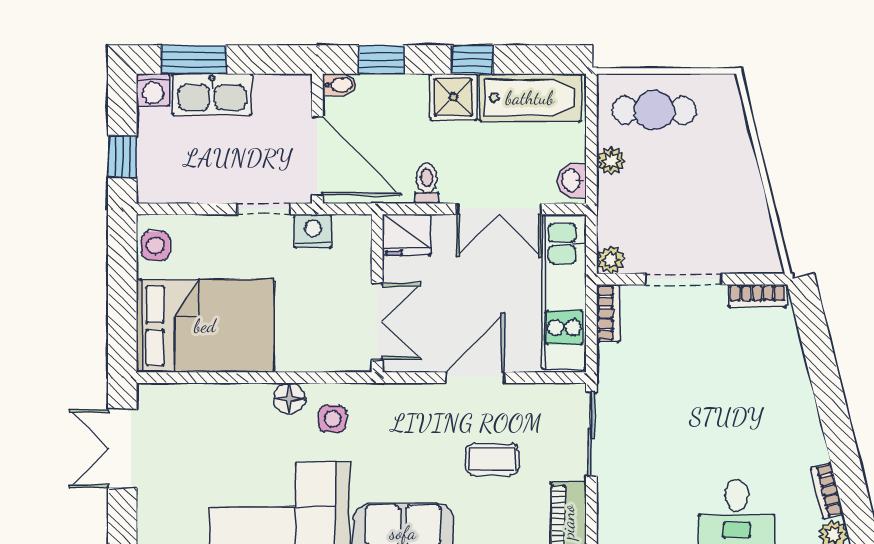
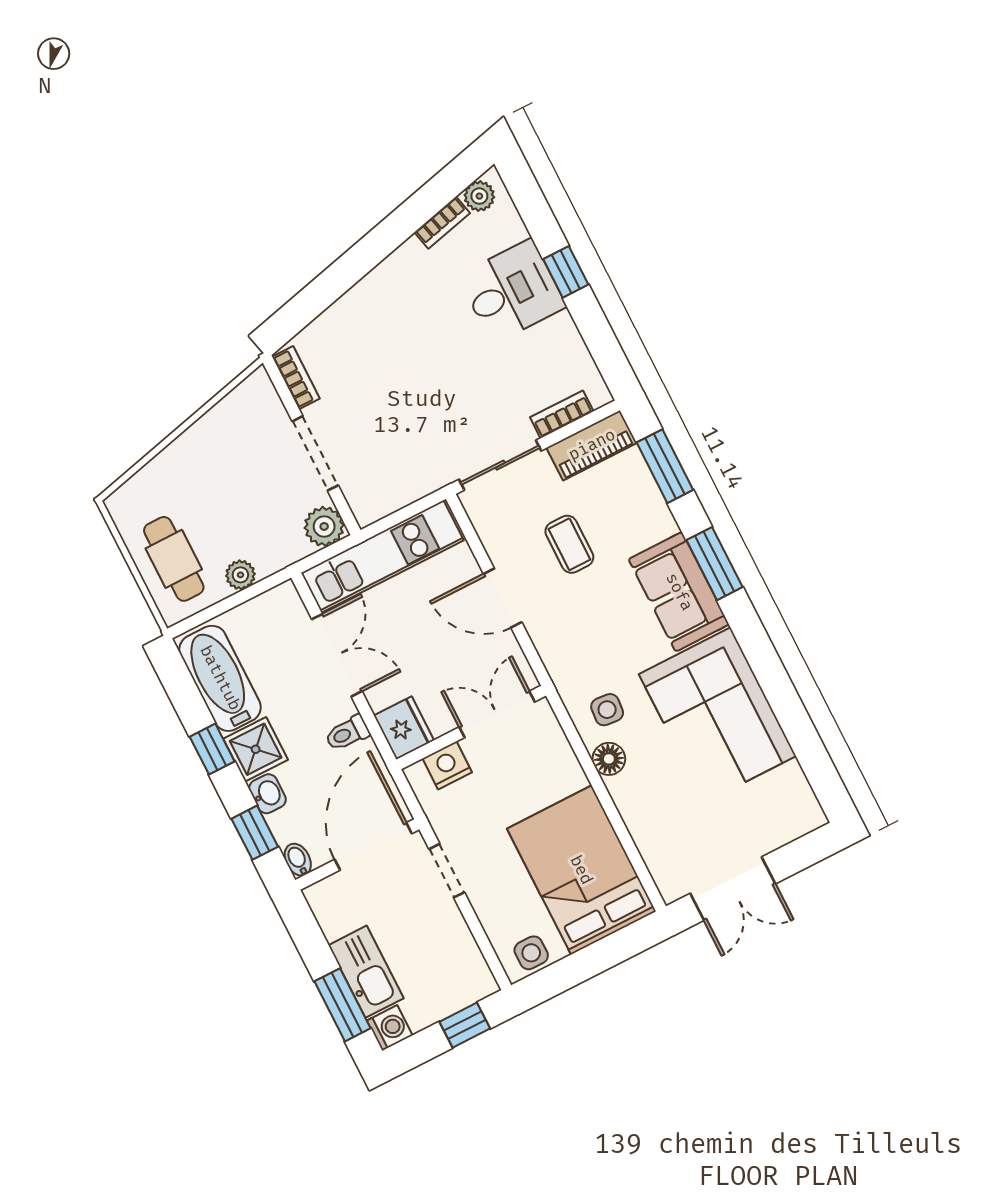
washbasin: (572, 181) -> (268, 794), moved, turned -90
nightstand: (313, 231) -> (447, 765), moved, turned 90
plant: (611, 260) -> (324, 526), width x1.38, depth x1.38
bookcase: (608, 313) -> (562, 414), moved

